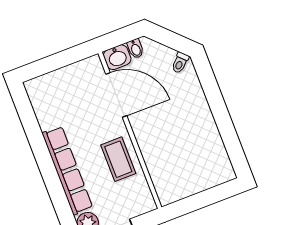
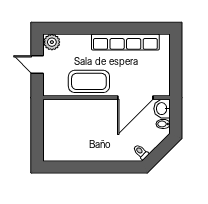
coffee table: (118, 159) -> (89, 81), width x1.36, depth x1.32
row of seats: (67, 170) -> (125, 42), moved

